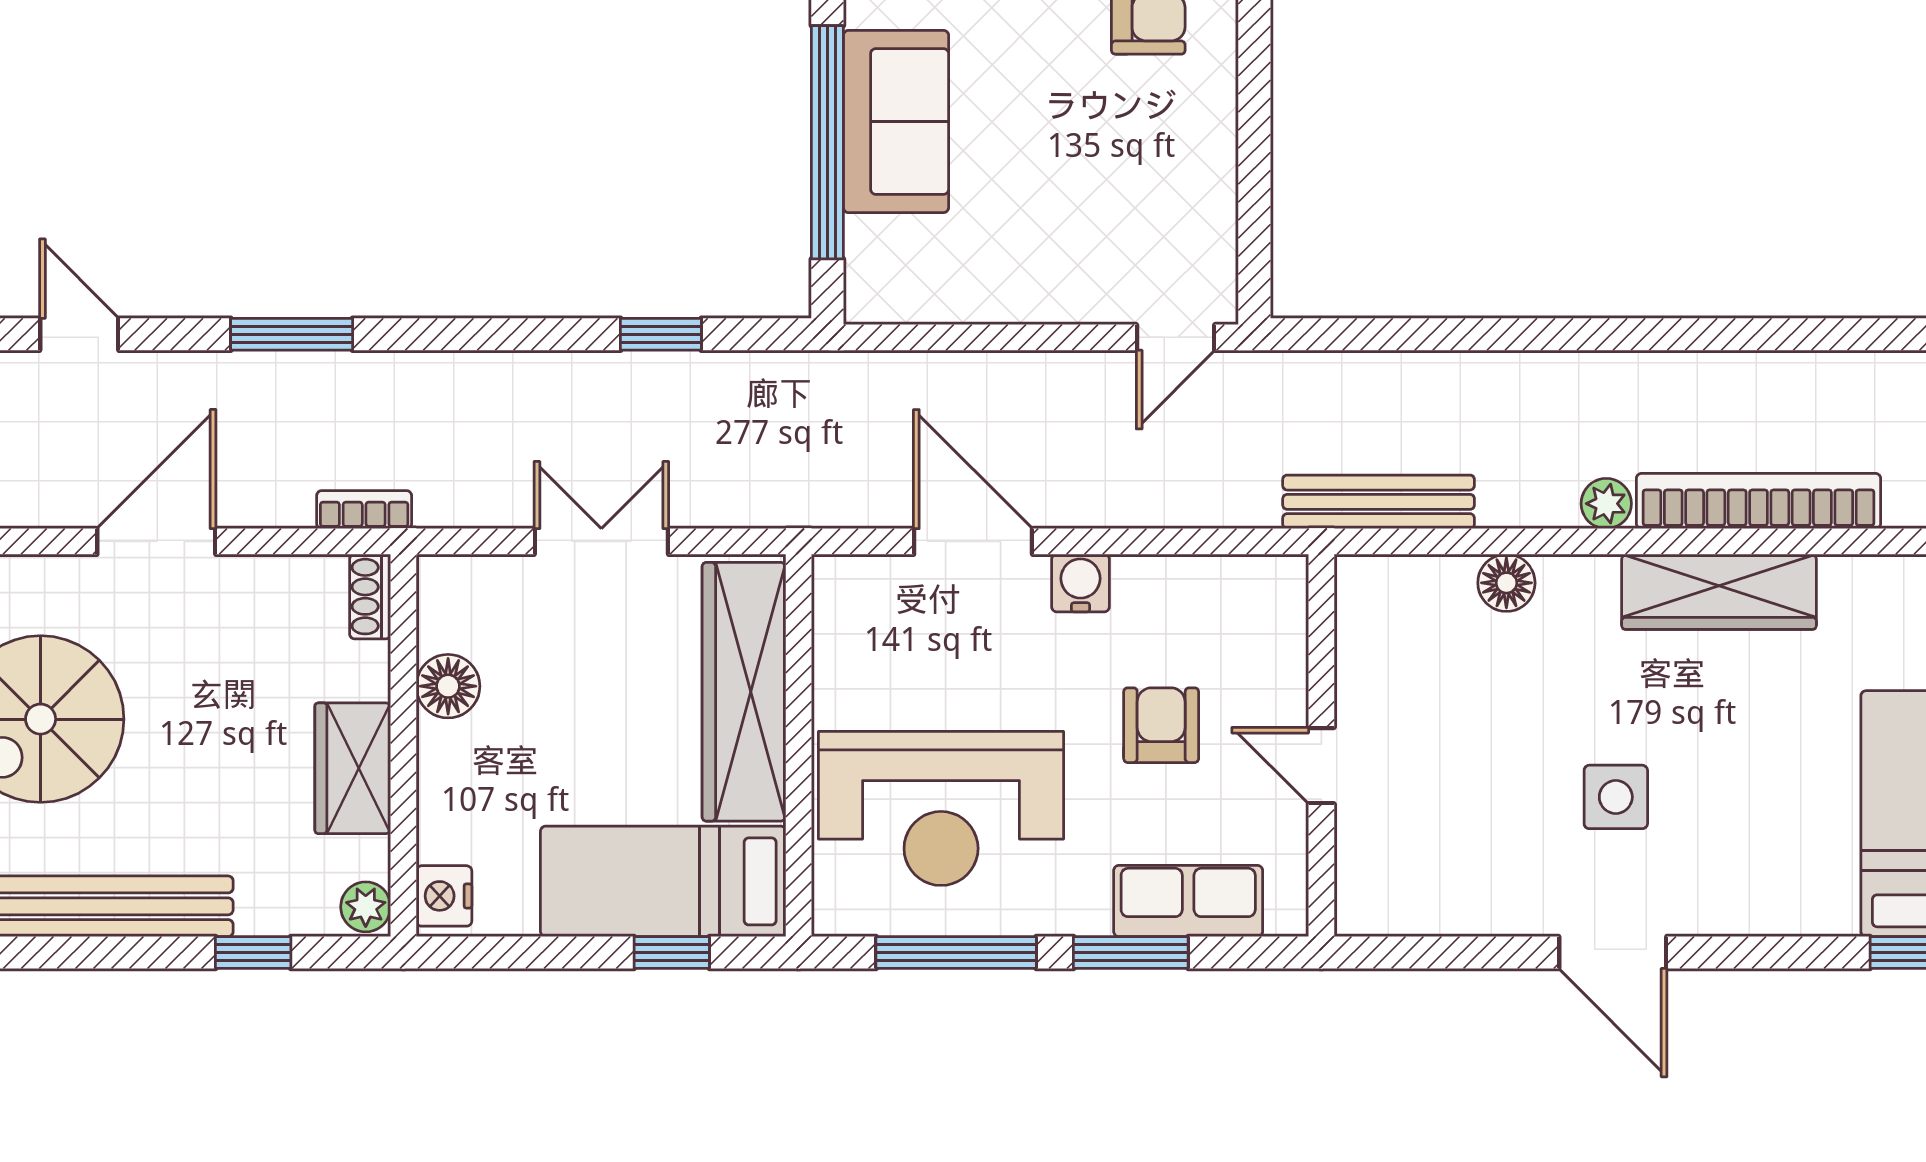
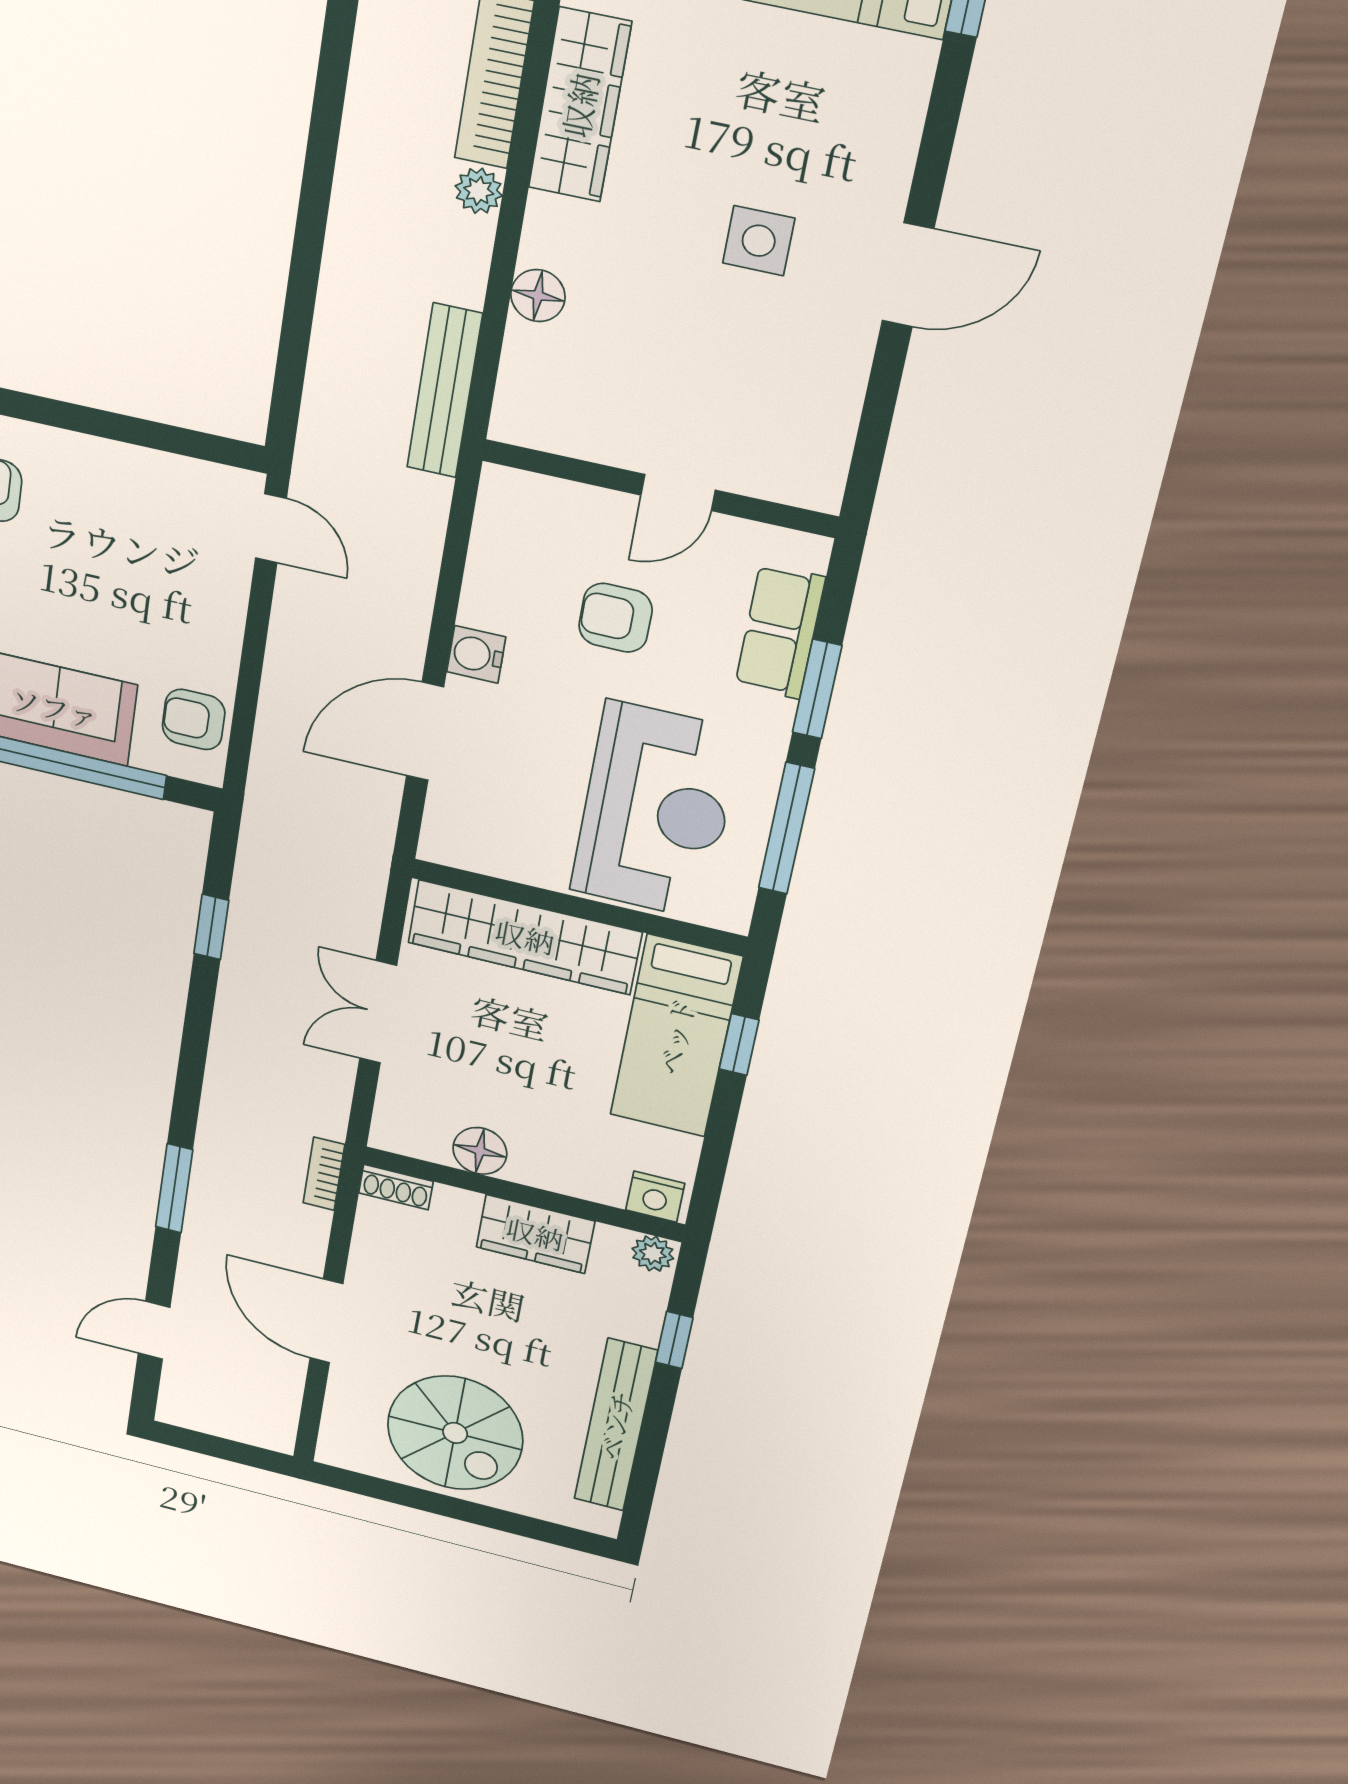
armchair: (922, 281) -> (194, 719), added

